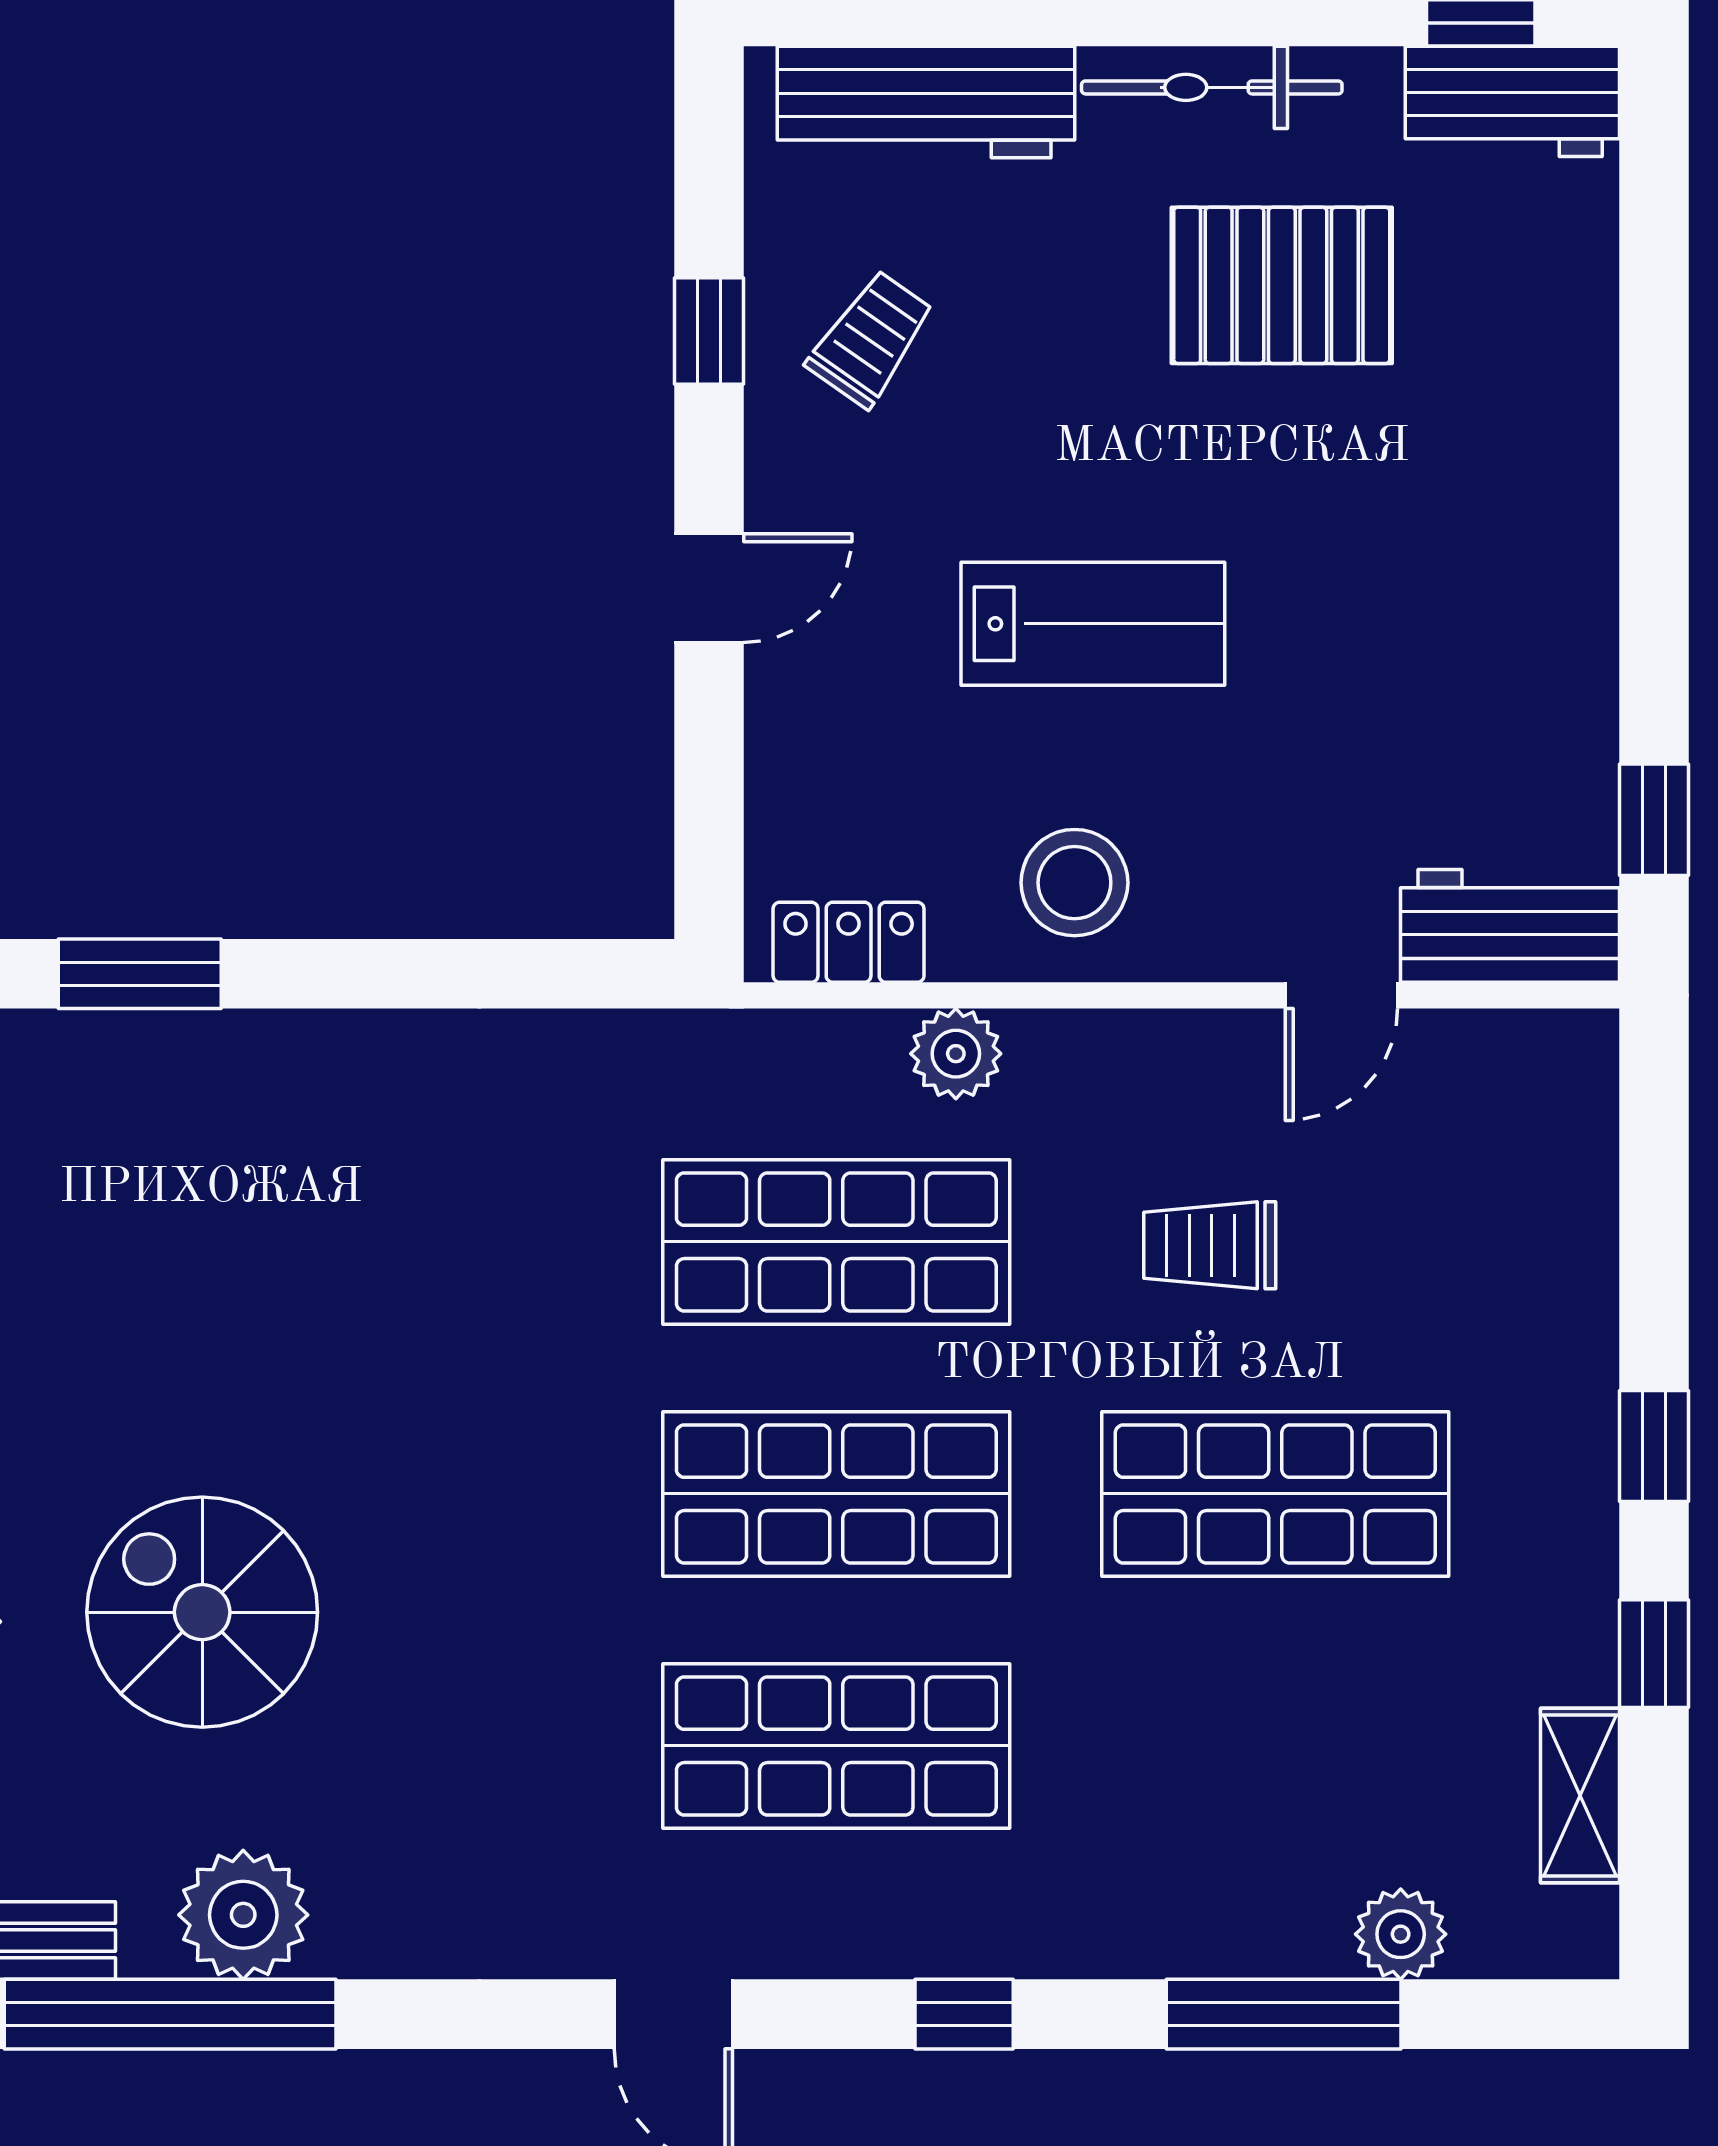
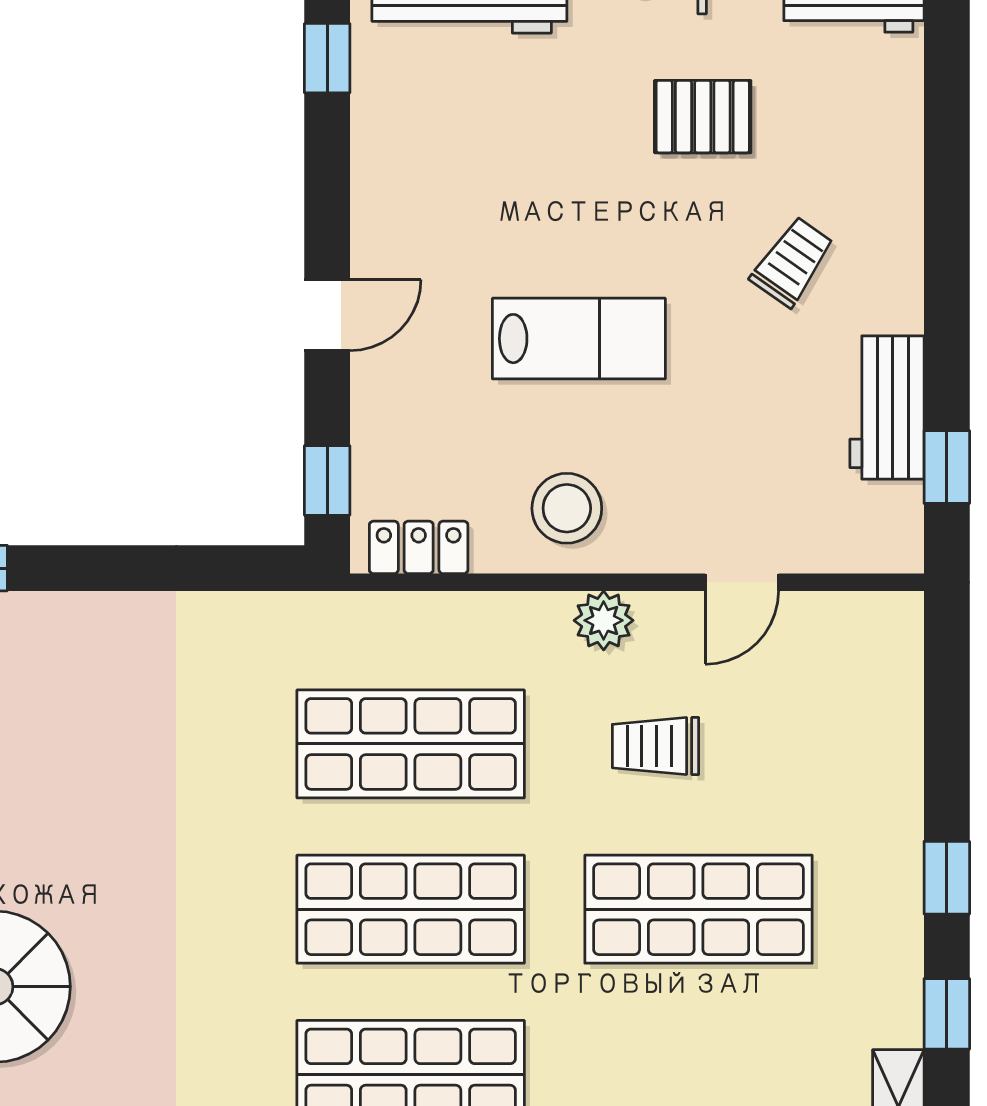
pallet: (1282, 285) -> (703, 117), width x0.67, depth x0.71
window: (709, 331) -> (327, 58), moved
trolley: (871, 339) -> (792, 262), moved
window: (709, 840) -> (327, 480), added
workbench: (1510, 926) -> (887, 408), moved, turned -90
plant: (956, 1054) -> (604, 620), moved

